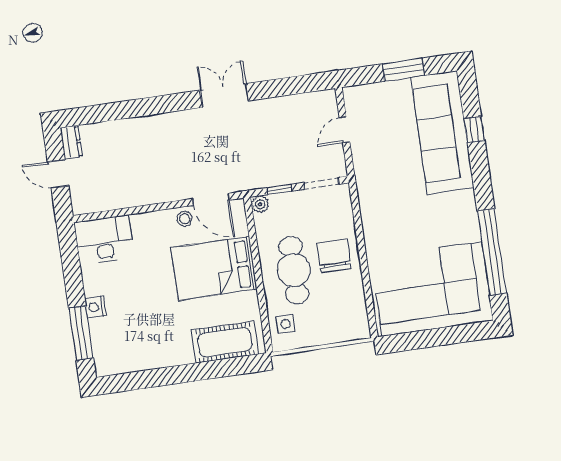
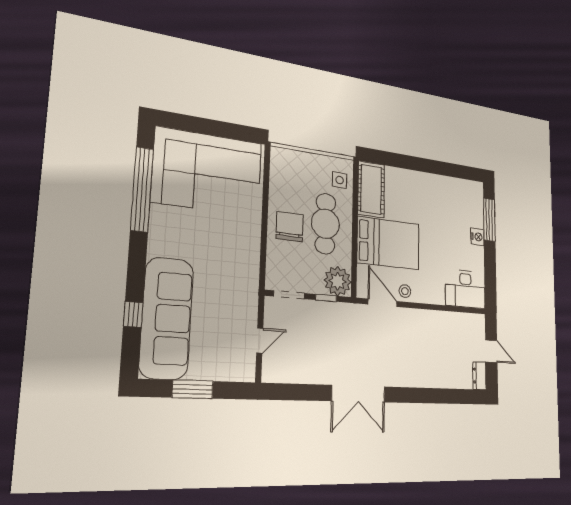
double door: (224, 95) -> (358, 394), width x1.37
plant: (260, 204) -> (338, 281), width x1.88, depth x1.88
chair: (334, 256) -> (290, 227), turned 180
cot: (225, 342) -> (371, 189), moved, turned 90

